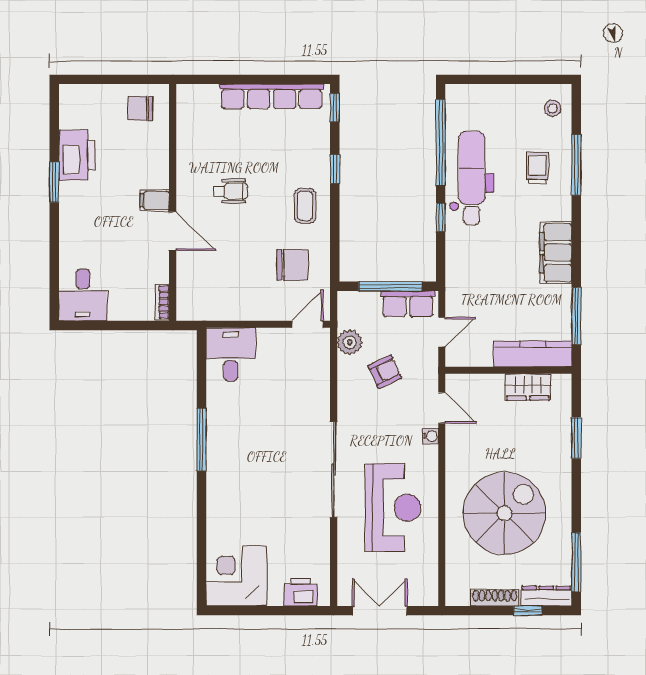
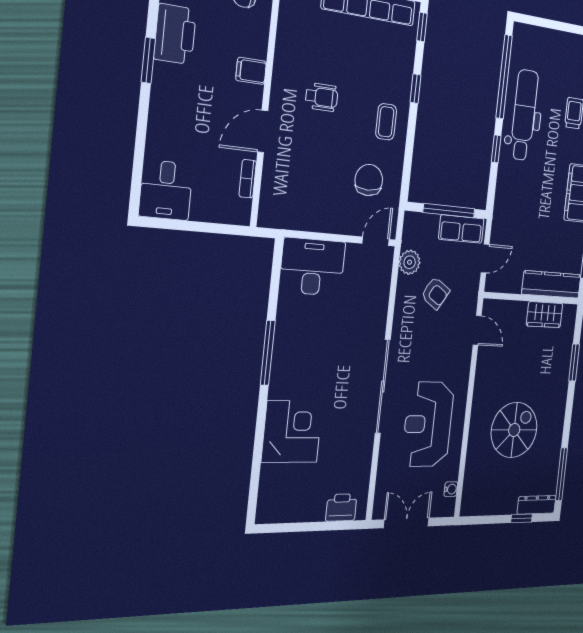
filing cabinet: (155, 200) -> (251, 71), moved
door: (173, 231) -> (263, 131), swing flipped
chair: (292, 265) -> (369, 180), turned -90
bookcase: (162, 302) -> (248, 179), moved
desk: (231, 354) -> (312, 267), width x1.37
armchair: (385, 372) -> (435, 293), turned 58
water cooler: (431, 436) -> (451, 489), moved
reception desk: (393, 508) -> (428, 424), turned 180
spiral stairs: (505, 513) -> (514, 430), width x0.73, depth x0.73
corner desk: (236, 576) -> (292, 432), moved, turned 90
shoe rack: (495, 598) -> (498, 508), removed

